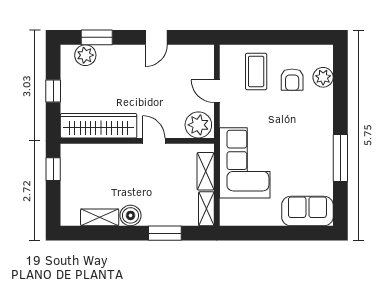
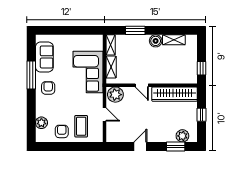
armchair: (292, 80) -> (62, 131), moved
armchair: (312, 136) -> (48, 88), added
sofa: (307, 211) -> (44, 57), moved, turned -90

